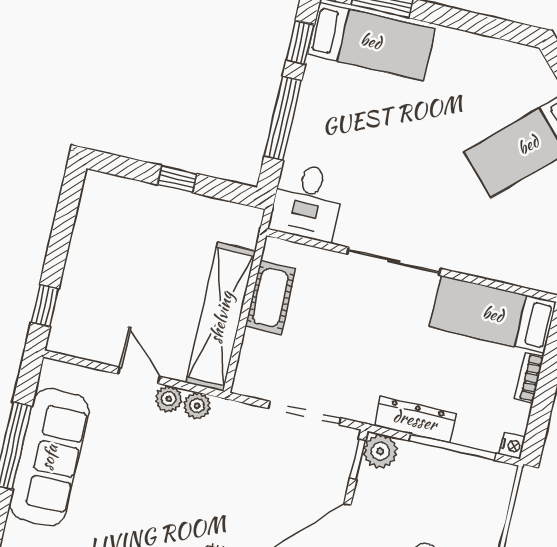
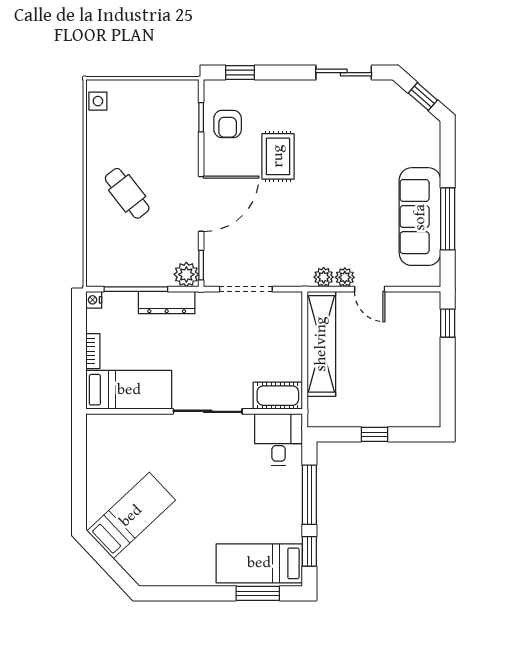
cot: (270, 297) -> (278, 396), moved, turned 90

